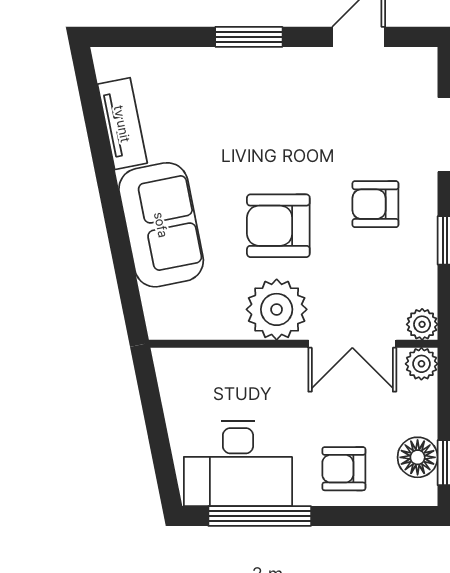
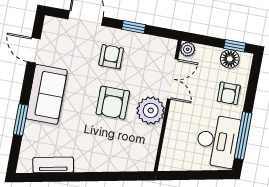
window: (249, 37) -> (21, 120), moved
armchair: (375, 204) -> (111, 57), turned 180
sofa: (161, 225) -> (47, 94), moved, turned 101
plant: (422, 324) -> (170, 46), removed

